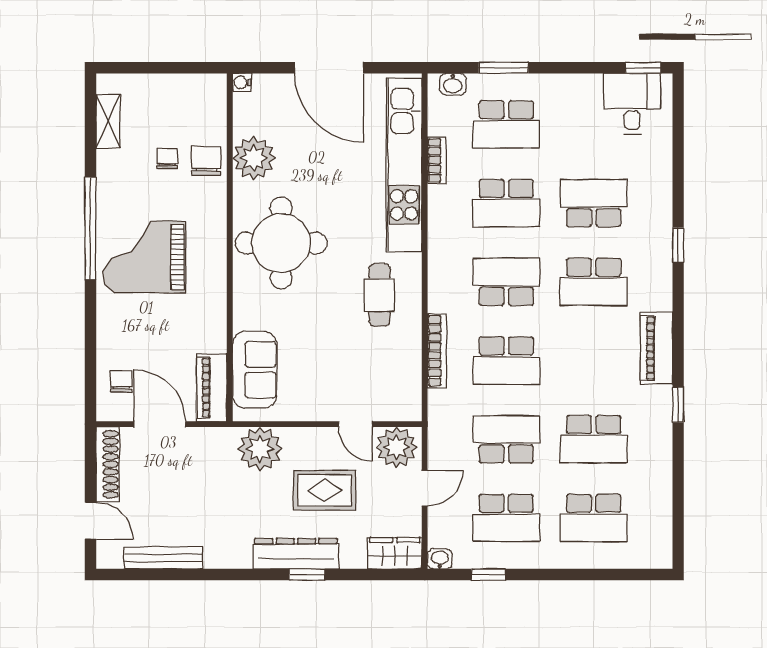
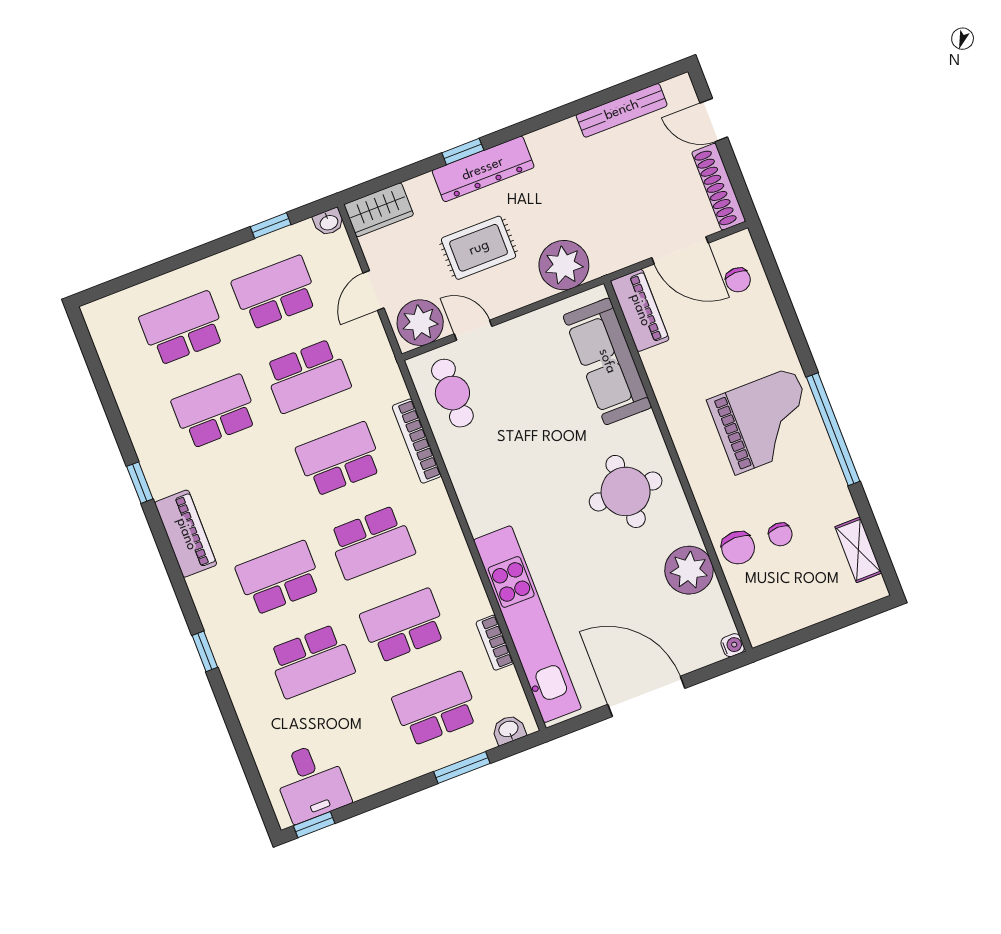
round table: (281, 243) -> (626, 491), width x0.73, depth x0.73
cafe table: (379, 295) -> (452, 393), moved
sofa: (255, 370) -> (607, 361), width x1.36

